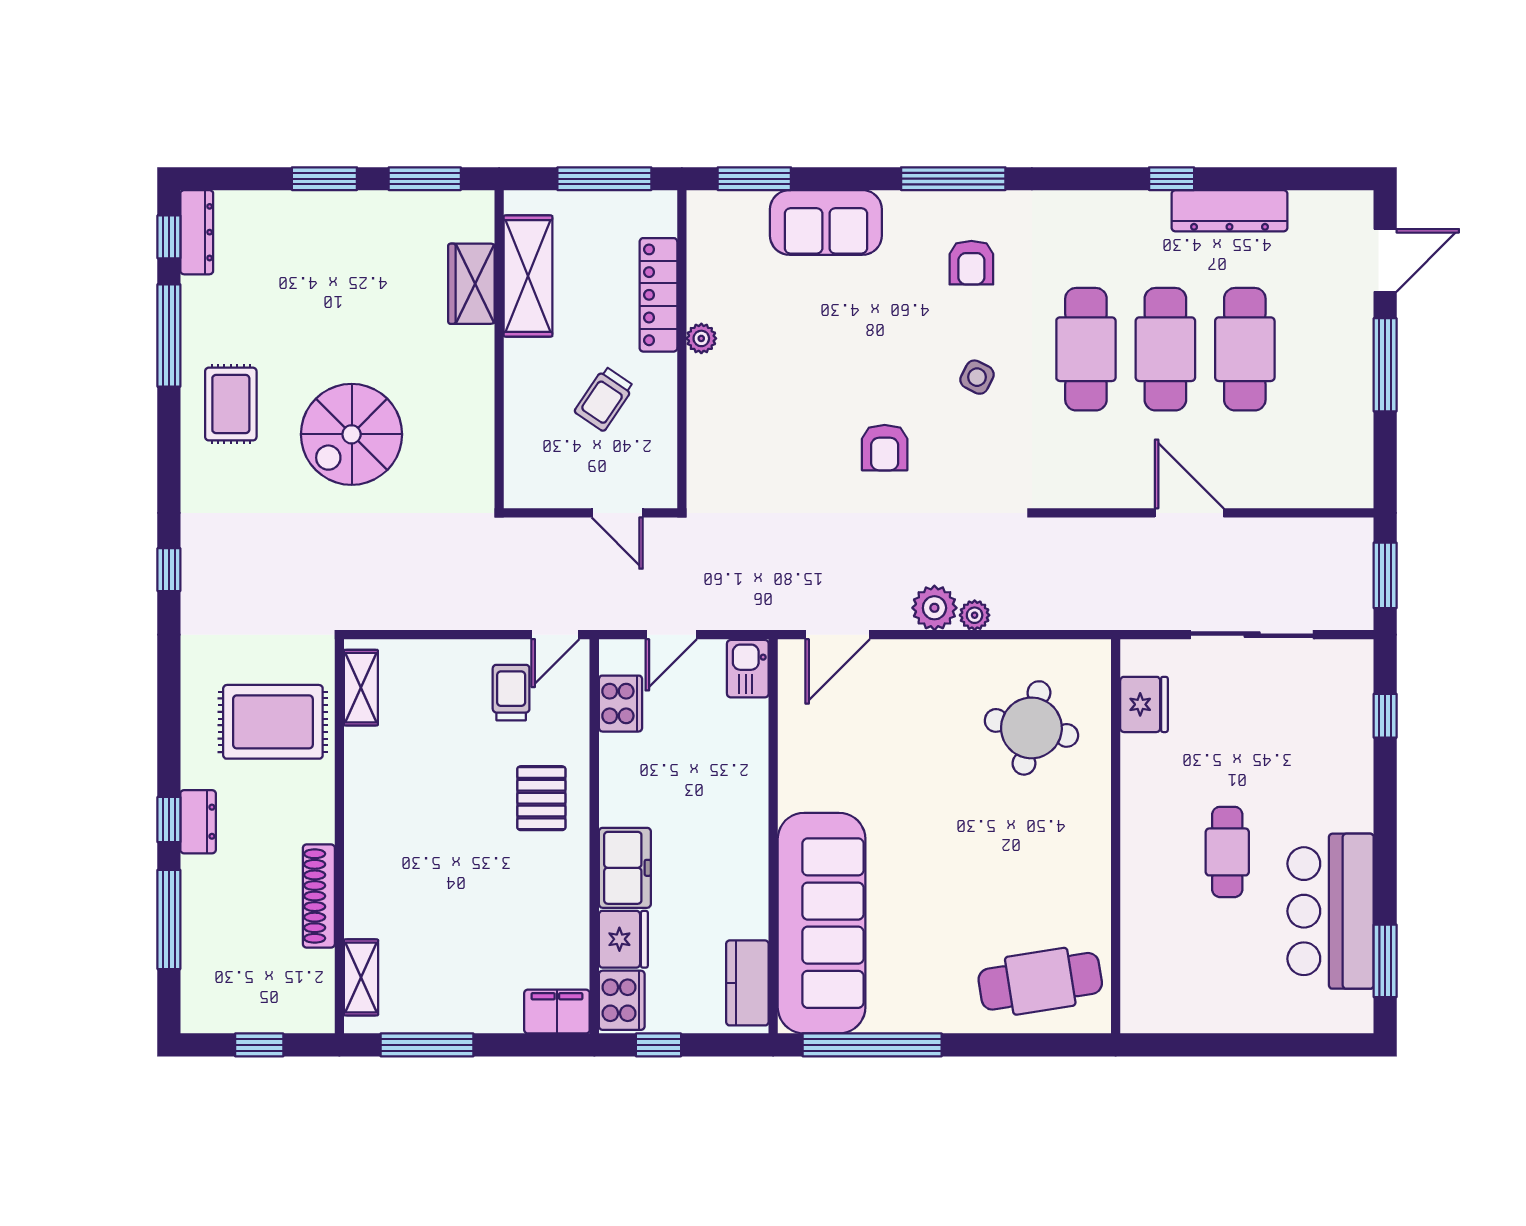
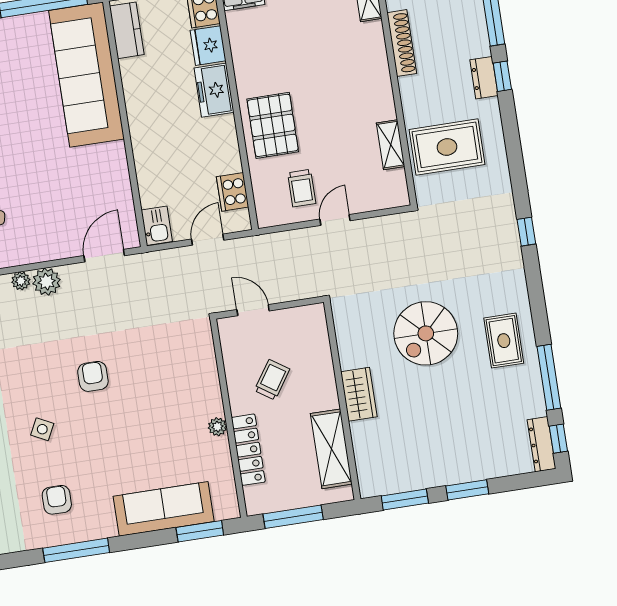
sofa: (826, 222) -> (164, 509), width x1.36
wardrobe: (471, 284) -> (359, 394), moved
spiral stairs: (352, 434) -> (426, 333), turned 180
door: (555, 635) -> (335, 220), moved
shelving: (361, 688) -> (391, 145), moved
pallet: (541, 798) -> (273, 125), width x1.50, depth x1.42

